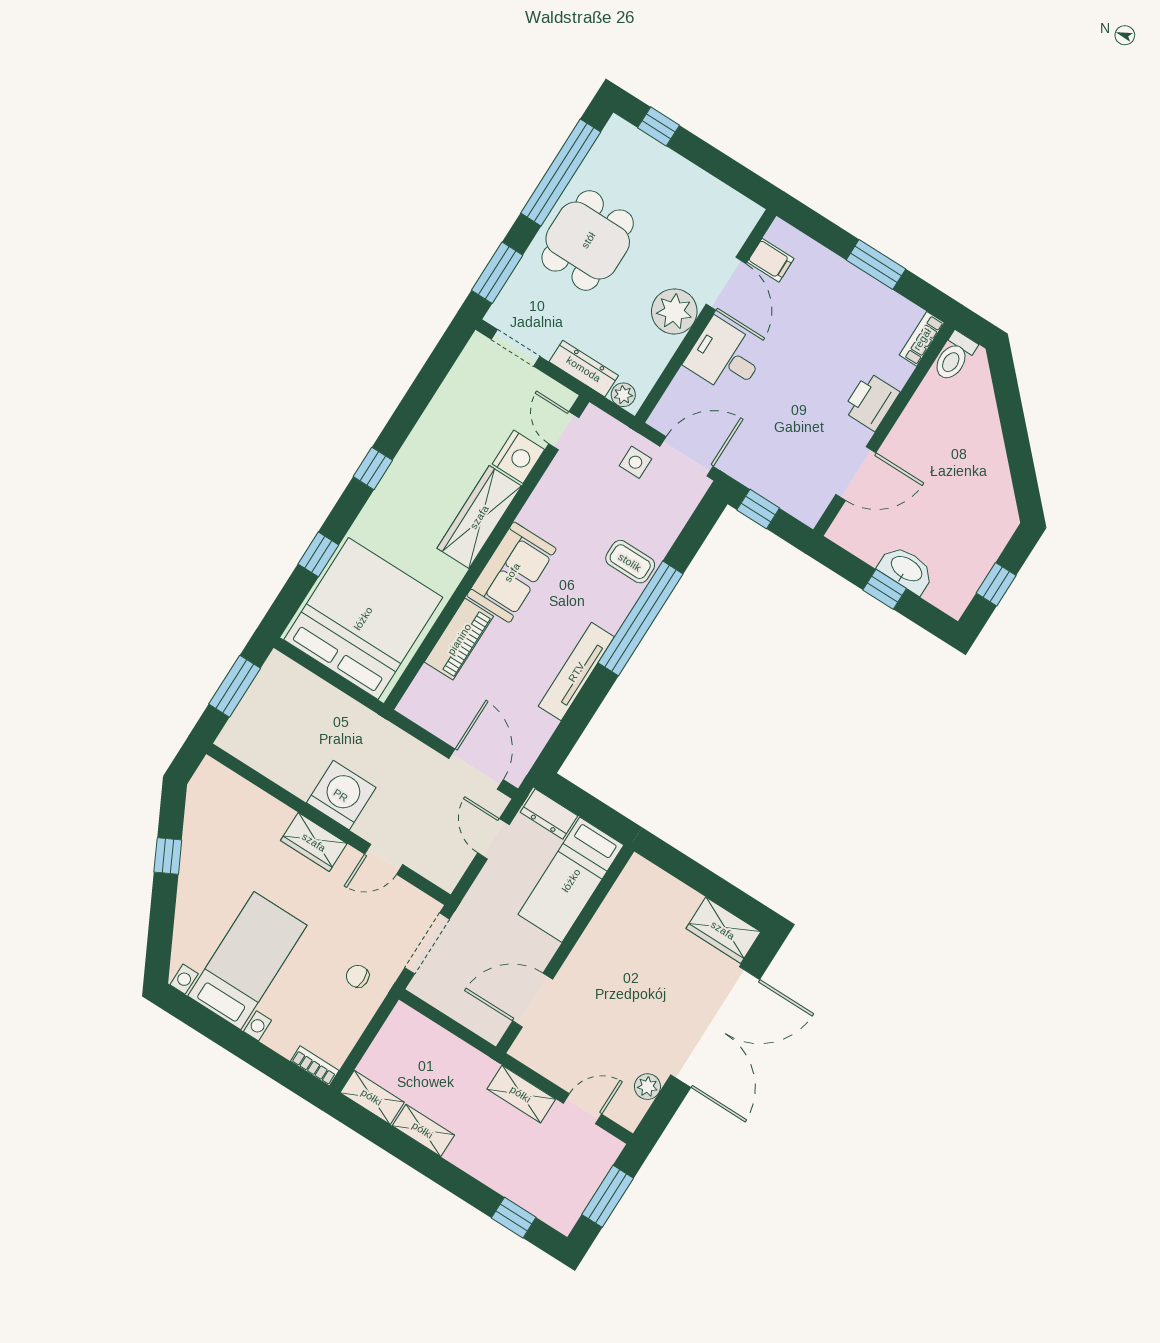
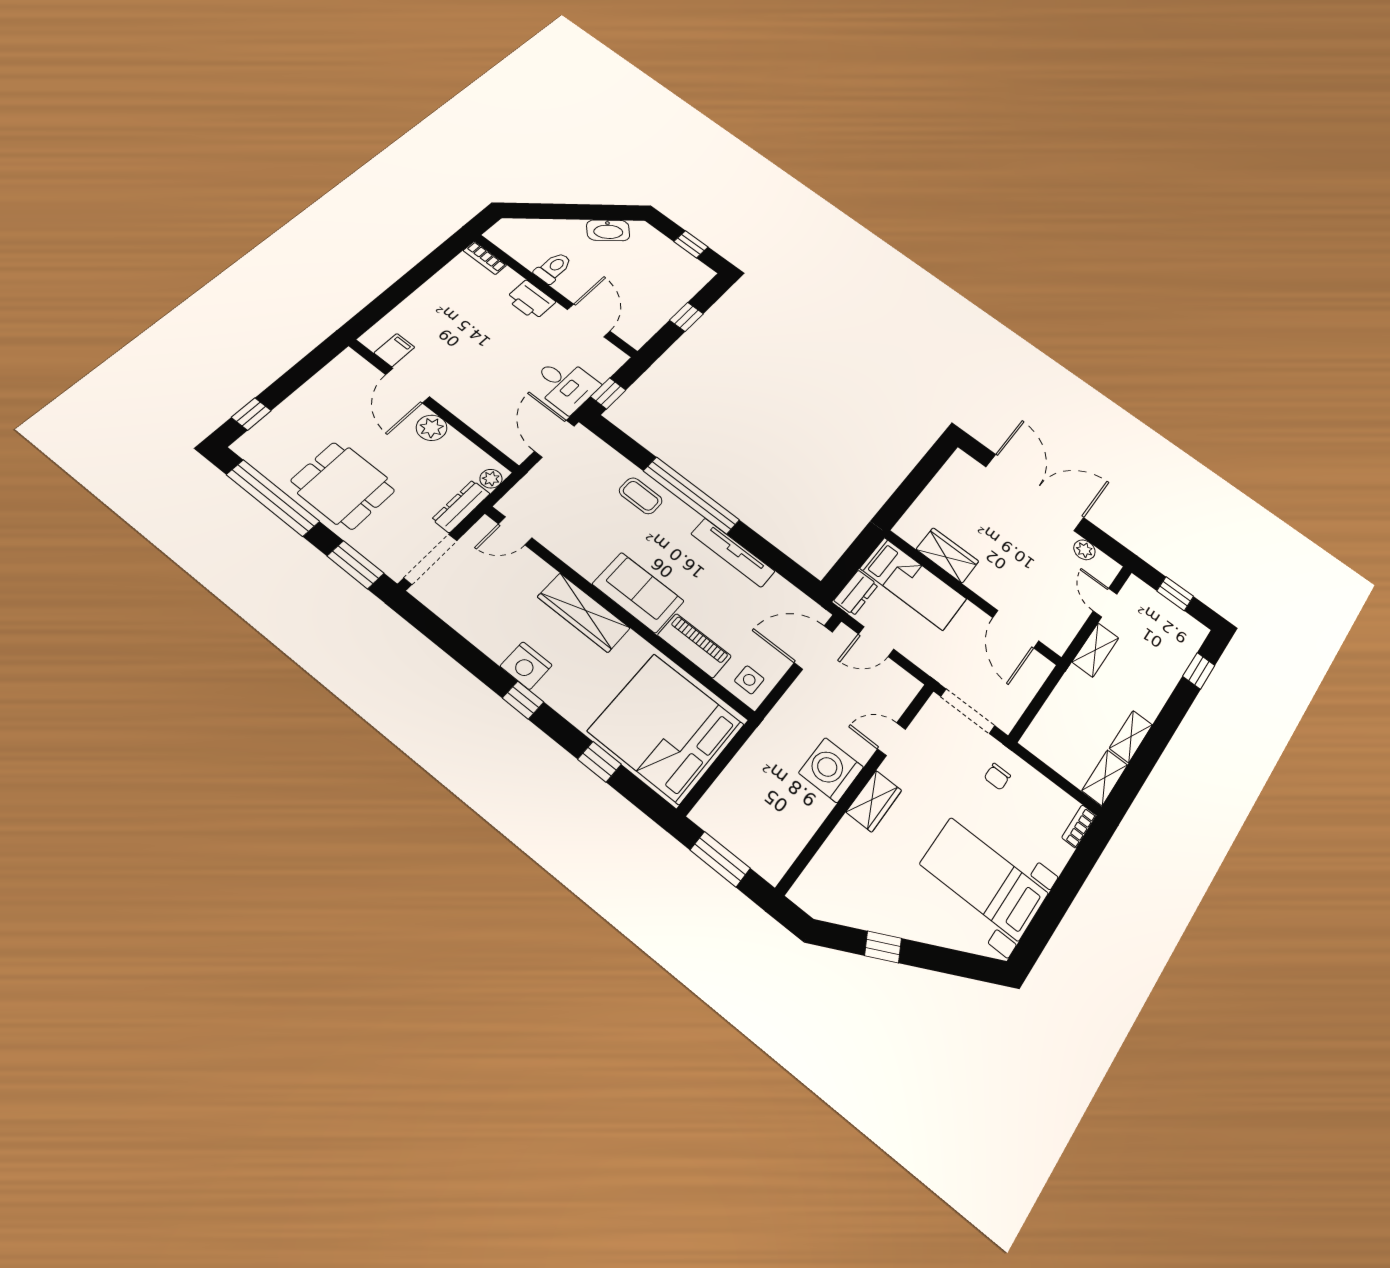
window: (876, 264) -> (415, 278), removed
door: (726, 284) -> (408, 386), swing flipped
plant: (674, 311) -> (432, 428), width x0.73, depth x0.73
doorway: (516, 348) -> (430, 559), width x1.38
desk: (725, 357) -> (565, 385), moved, turned -90
toilet: (954, 357) -> (553, 268), moved, turned -90
nightstand: (518, 457) -> (526, 666), moved, turned 180
side table: (635, 462) -> (749, 680), moved
coffee table: (630, 562) -> (641, 496), turned 90
washbasin: (906, 569) -> (608, 230), moved, turned -134
door: (384, 859) -> (892, 739), swing flipped
wardrobe: (723, 930) -> (947, 555), moved, turned -90
window: (608, 1196) -> (1175, 594), width x0.67

